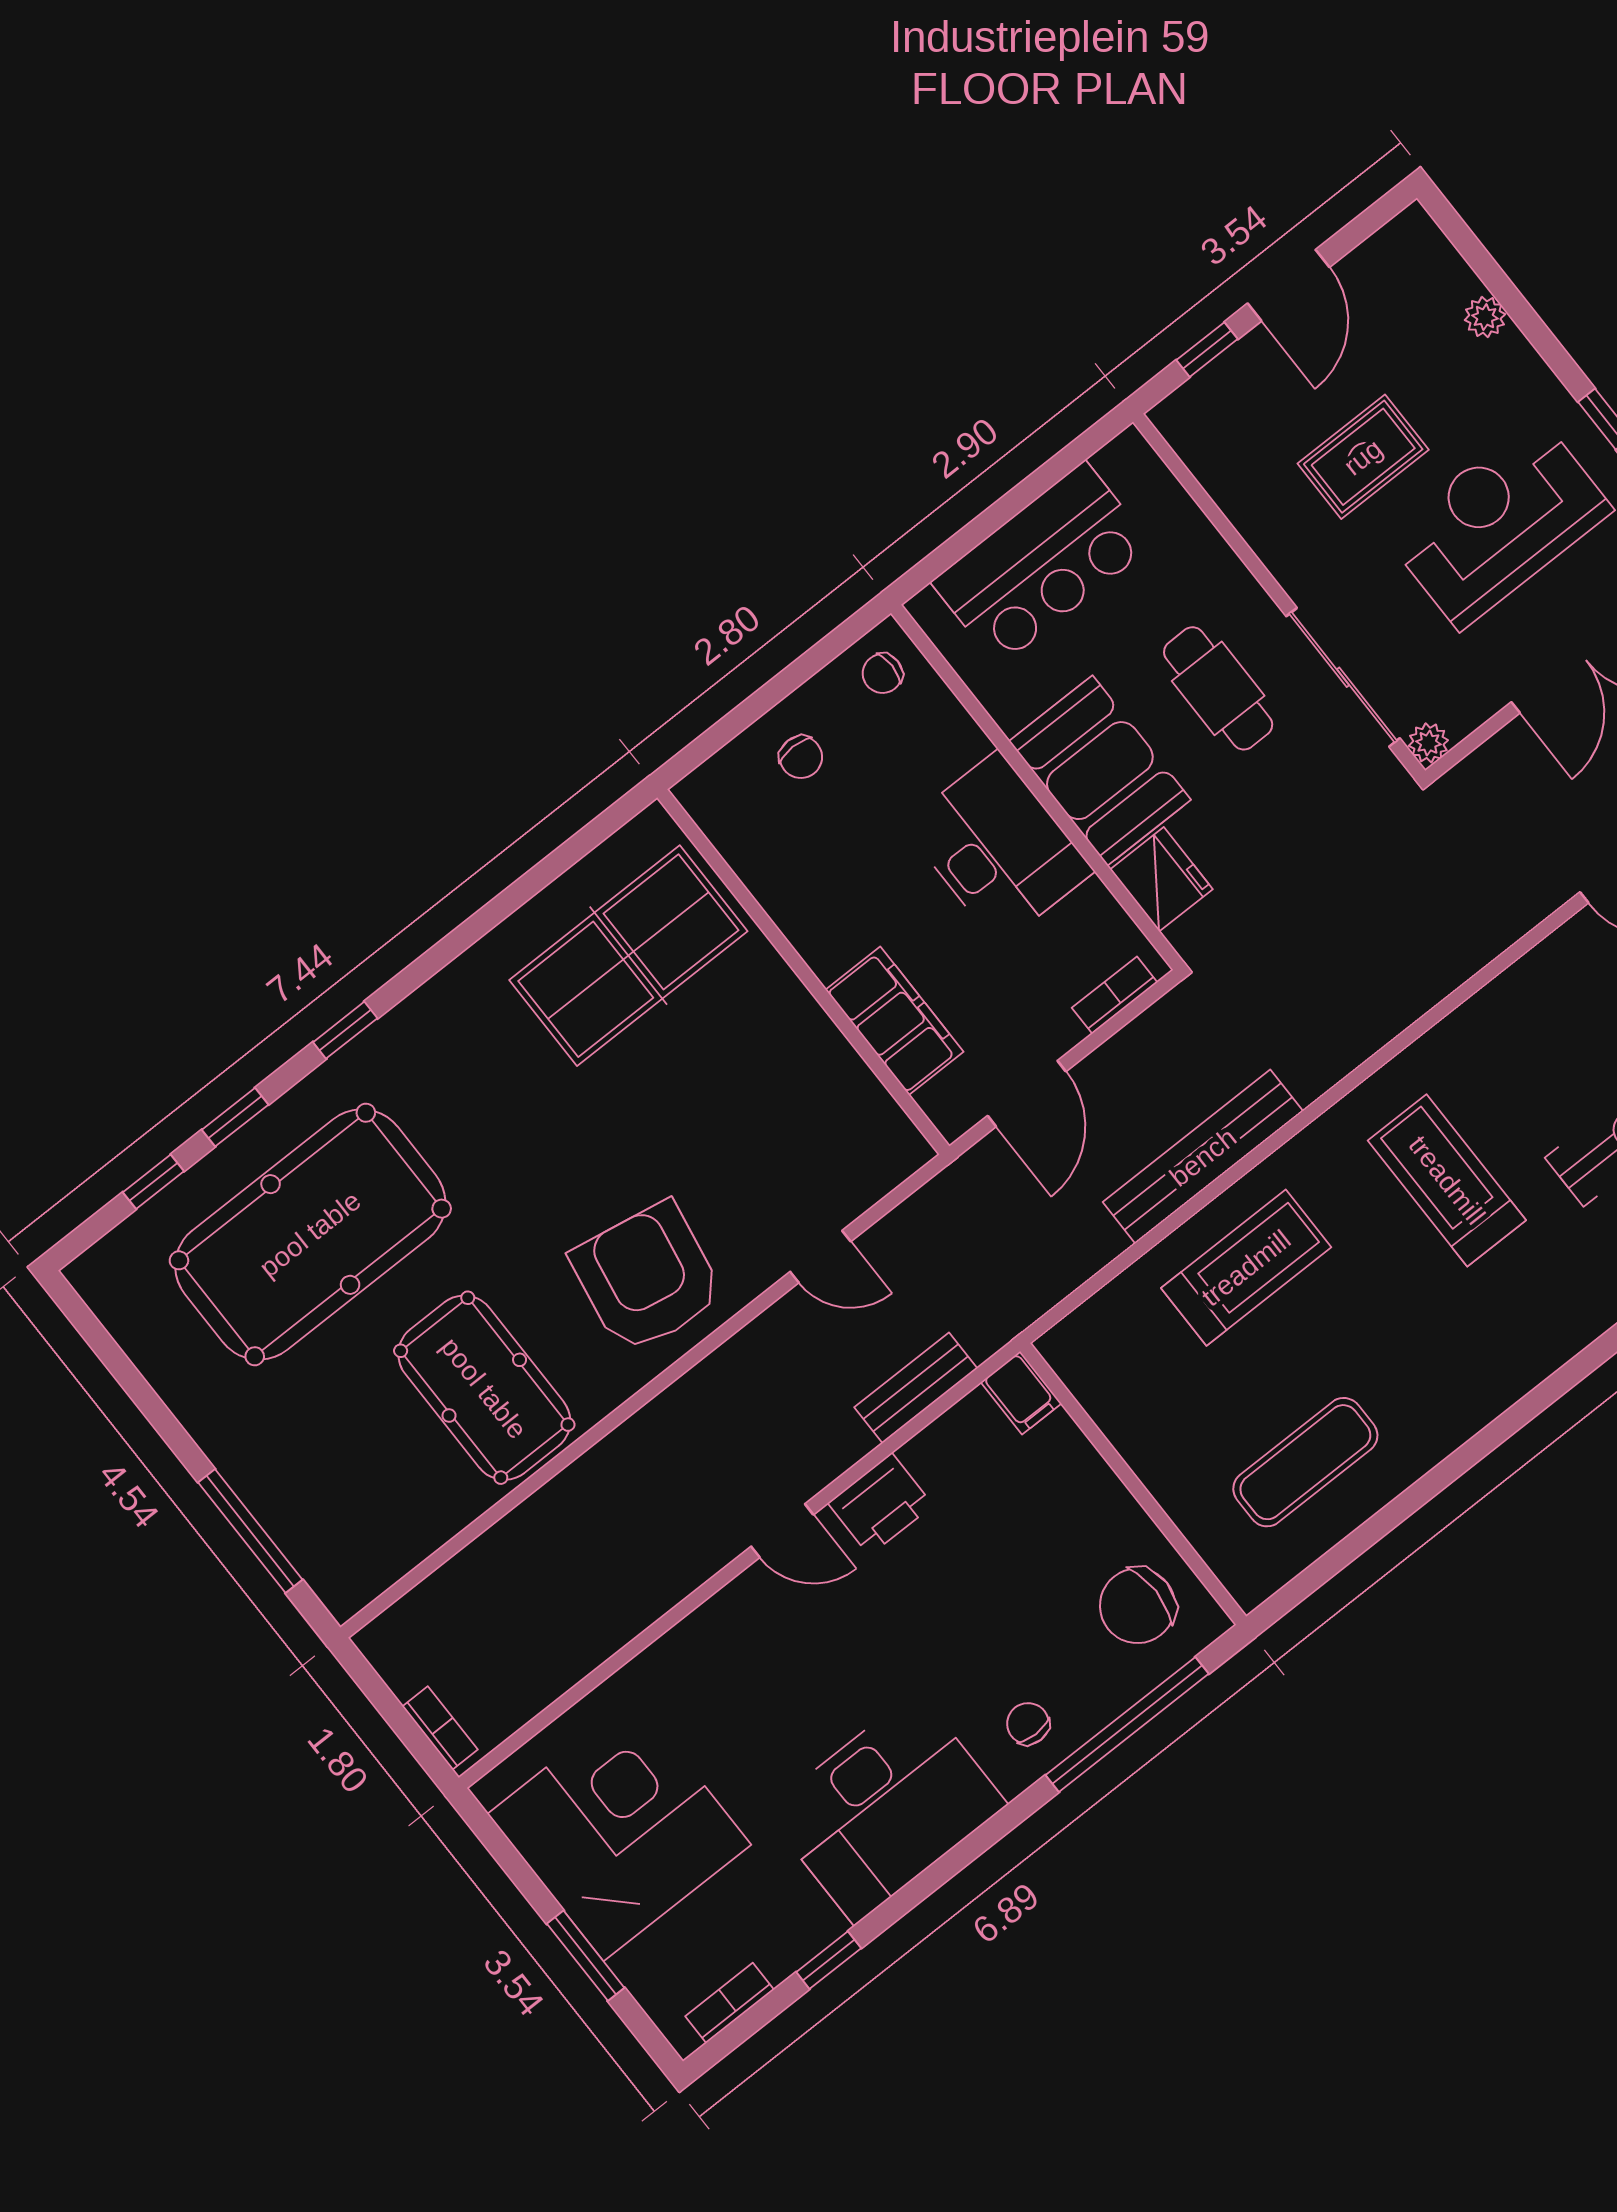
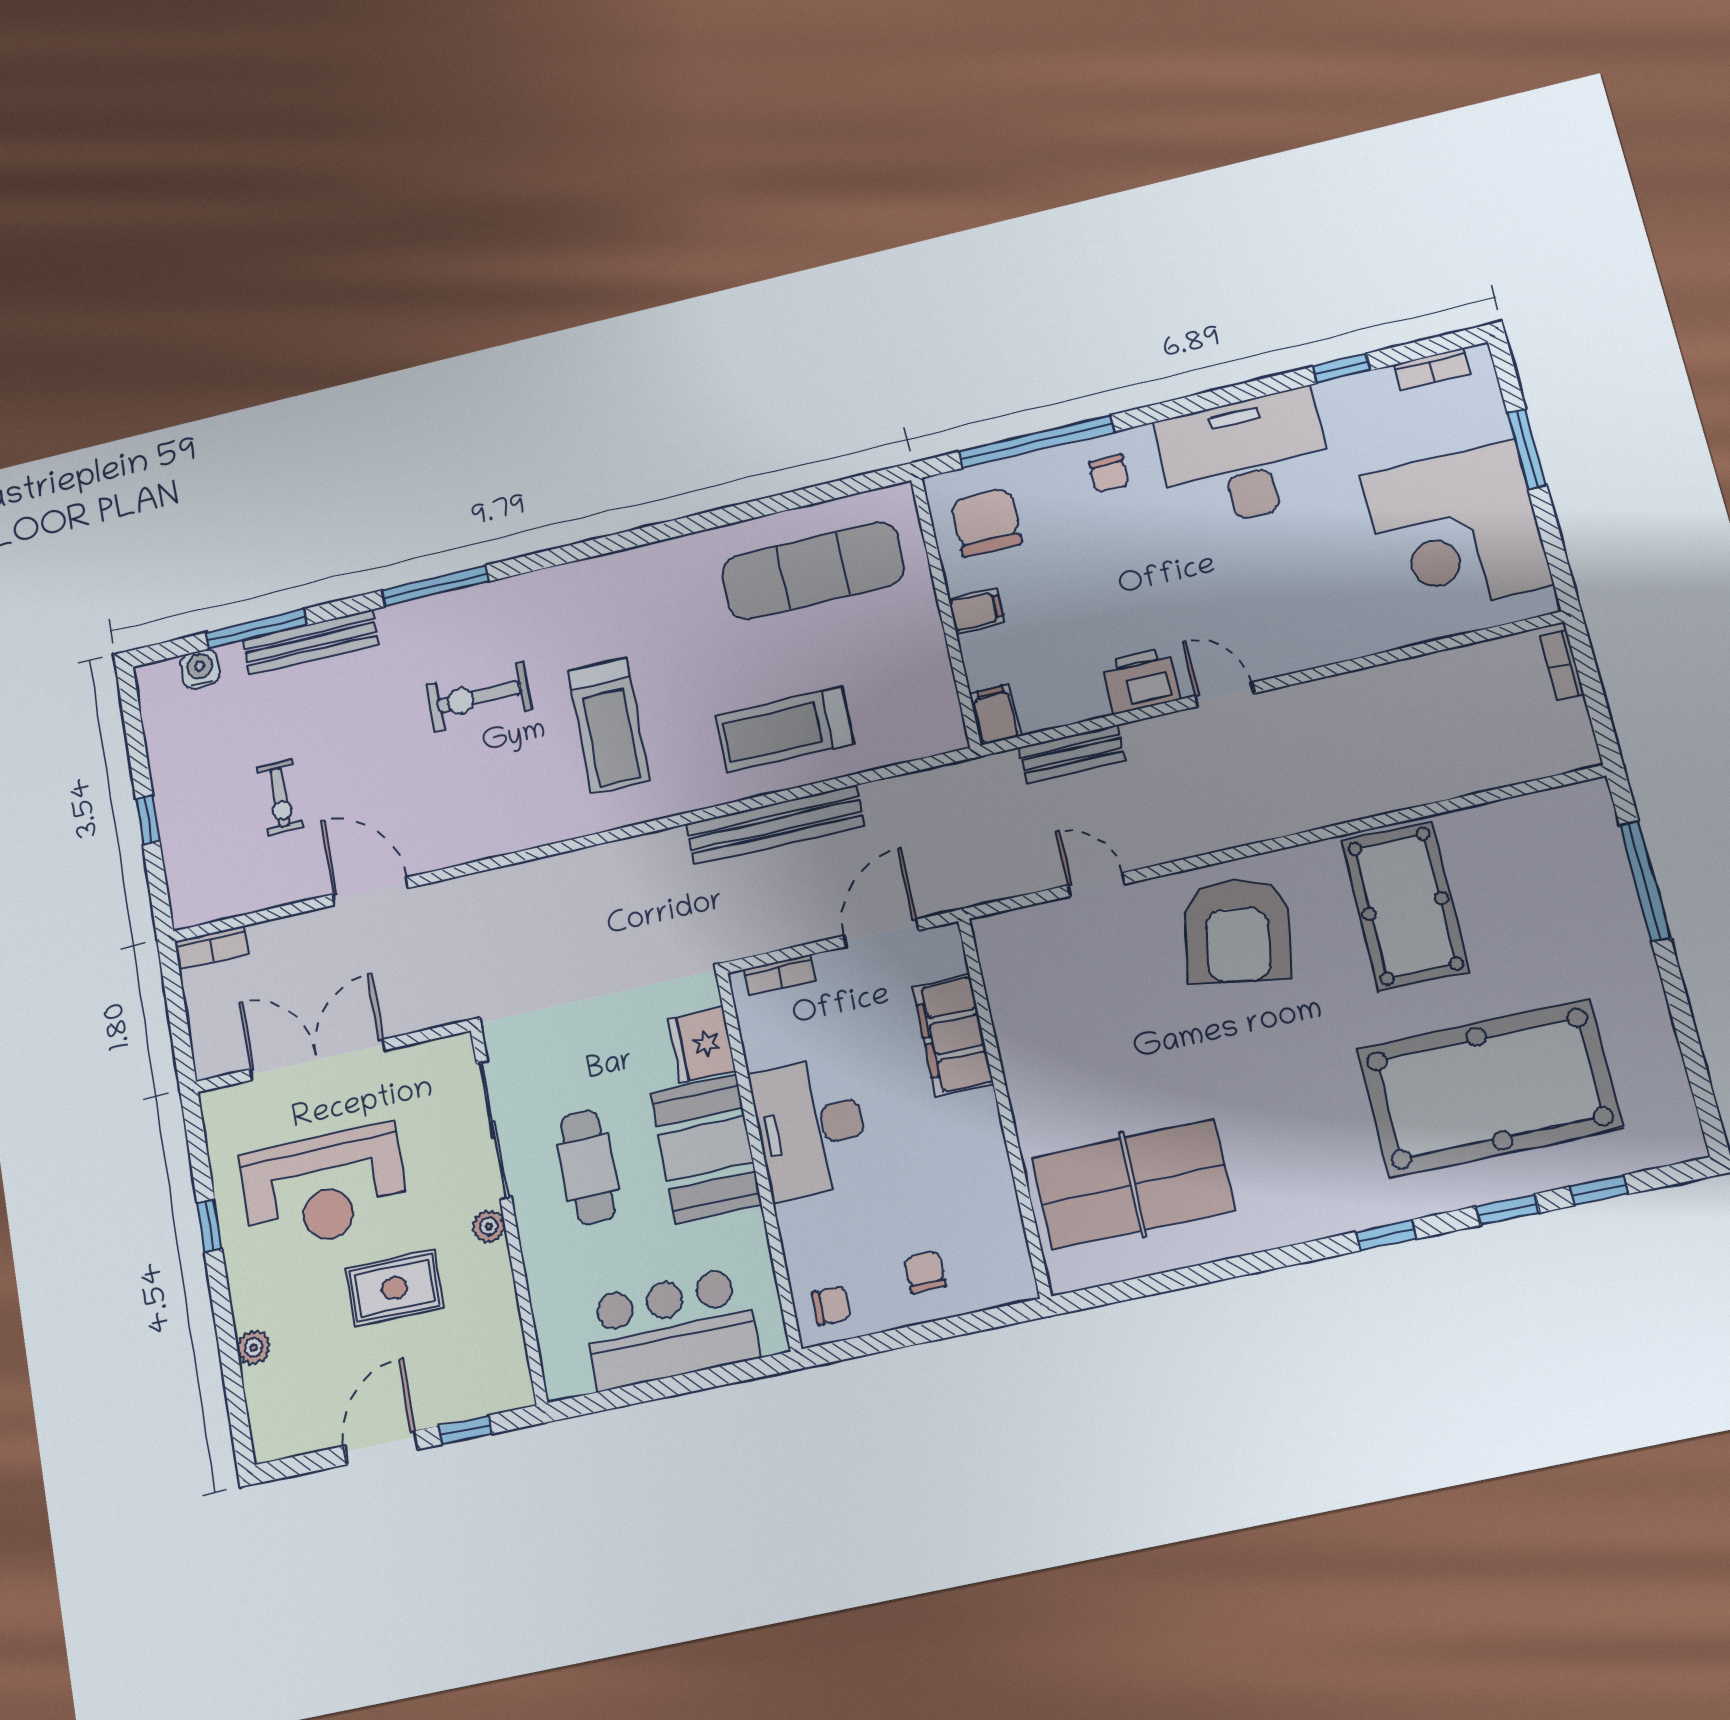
plant: (1428, 743) -> (489, 1226), moved
exercise mat: (1305, 1462) -> (813, 571), width x1.36, depth x1.45
filing cabinet: (1099, 1500) -> (976, 611), added
chair: (1137, 1606) -> (986, 523), turned -90

